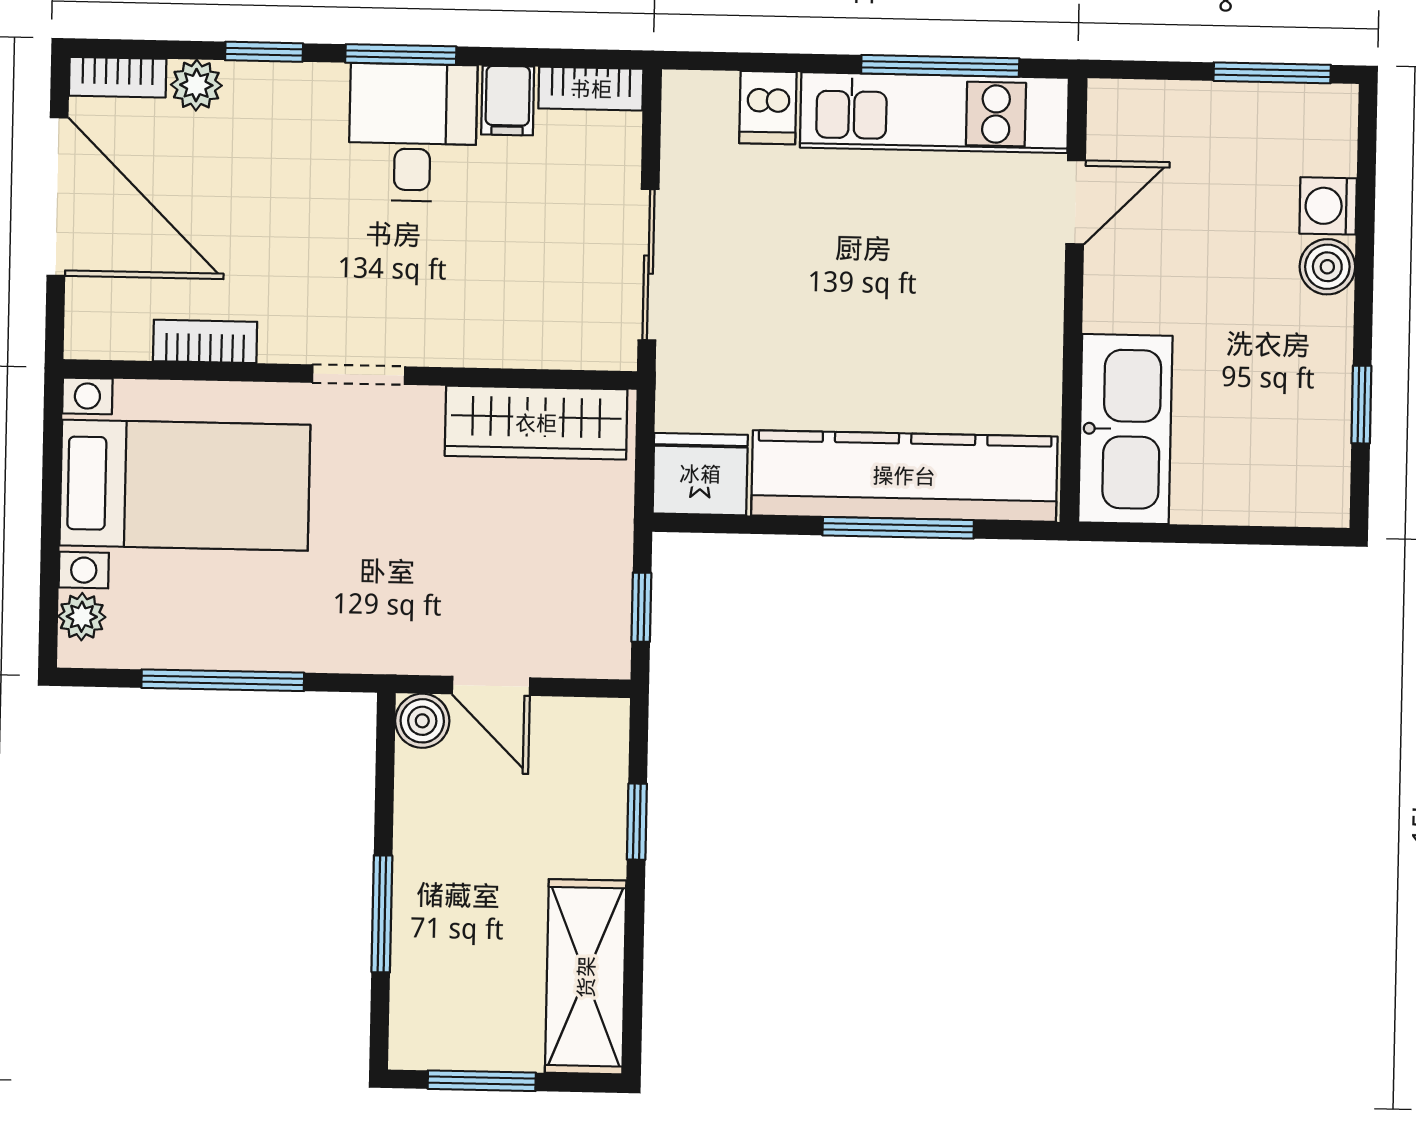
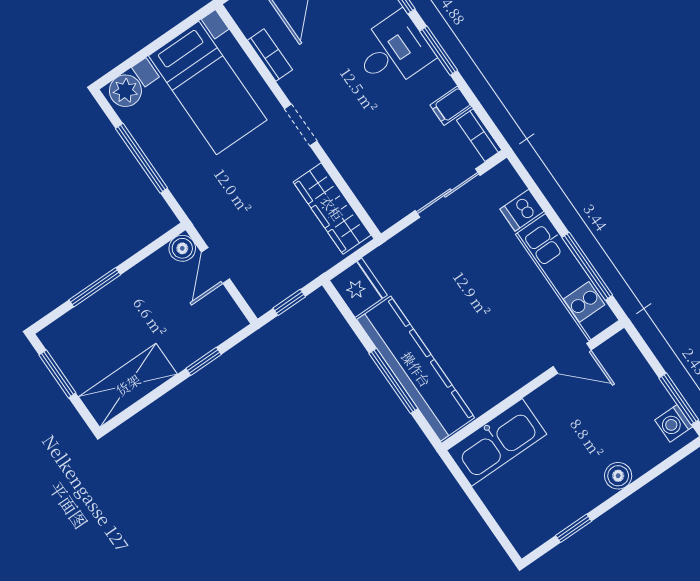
desk: (413, 132) -> (393, 51), moved
washing machine: (1328, 206) -> (674, 423), moved, turned -90
sliding door: (648, 265) -> (448, 193), moved
plant: (82, 617) -> (125, 91), width x1.38, depth x1.38

